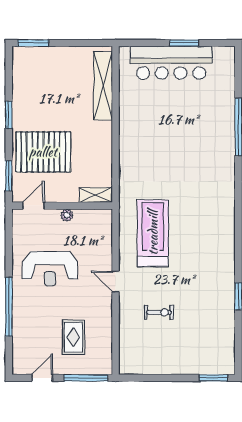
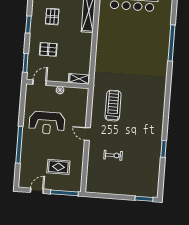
pallet: (46, 99) -> (52, 17), added
pallet: (43, 152) -> (48, 49), width x0.49, depth x0.50
treadmill: (153, 233) -> (113, 106), width x0.73, depth x0.73
rug: (73, 337) -> (58, 167), turned 90

